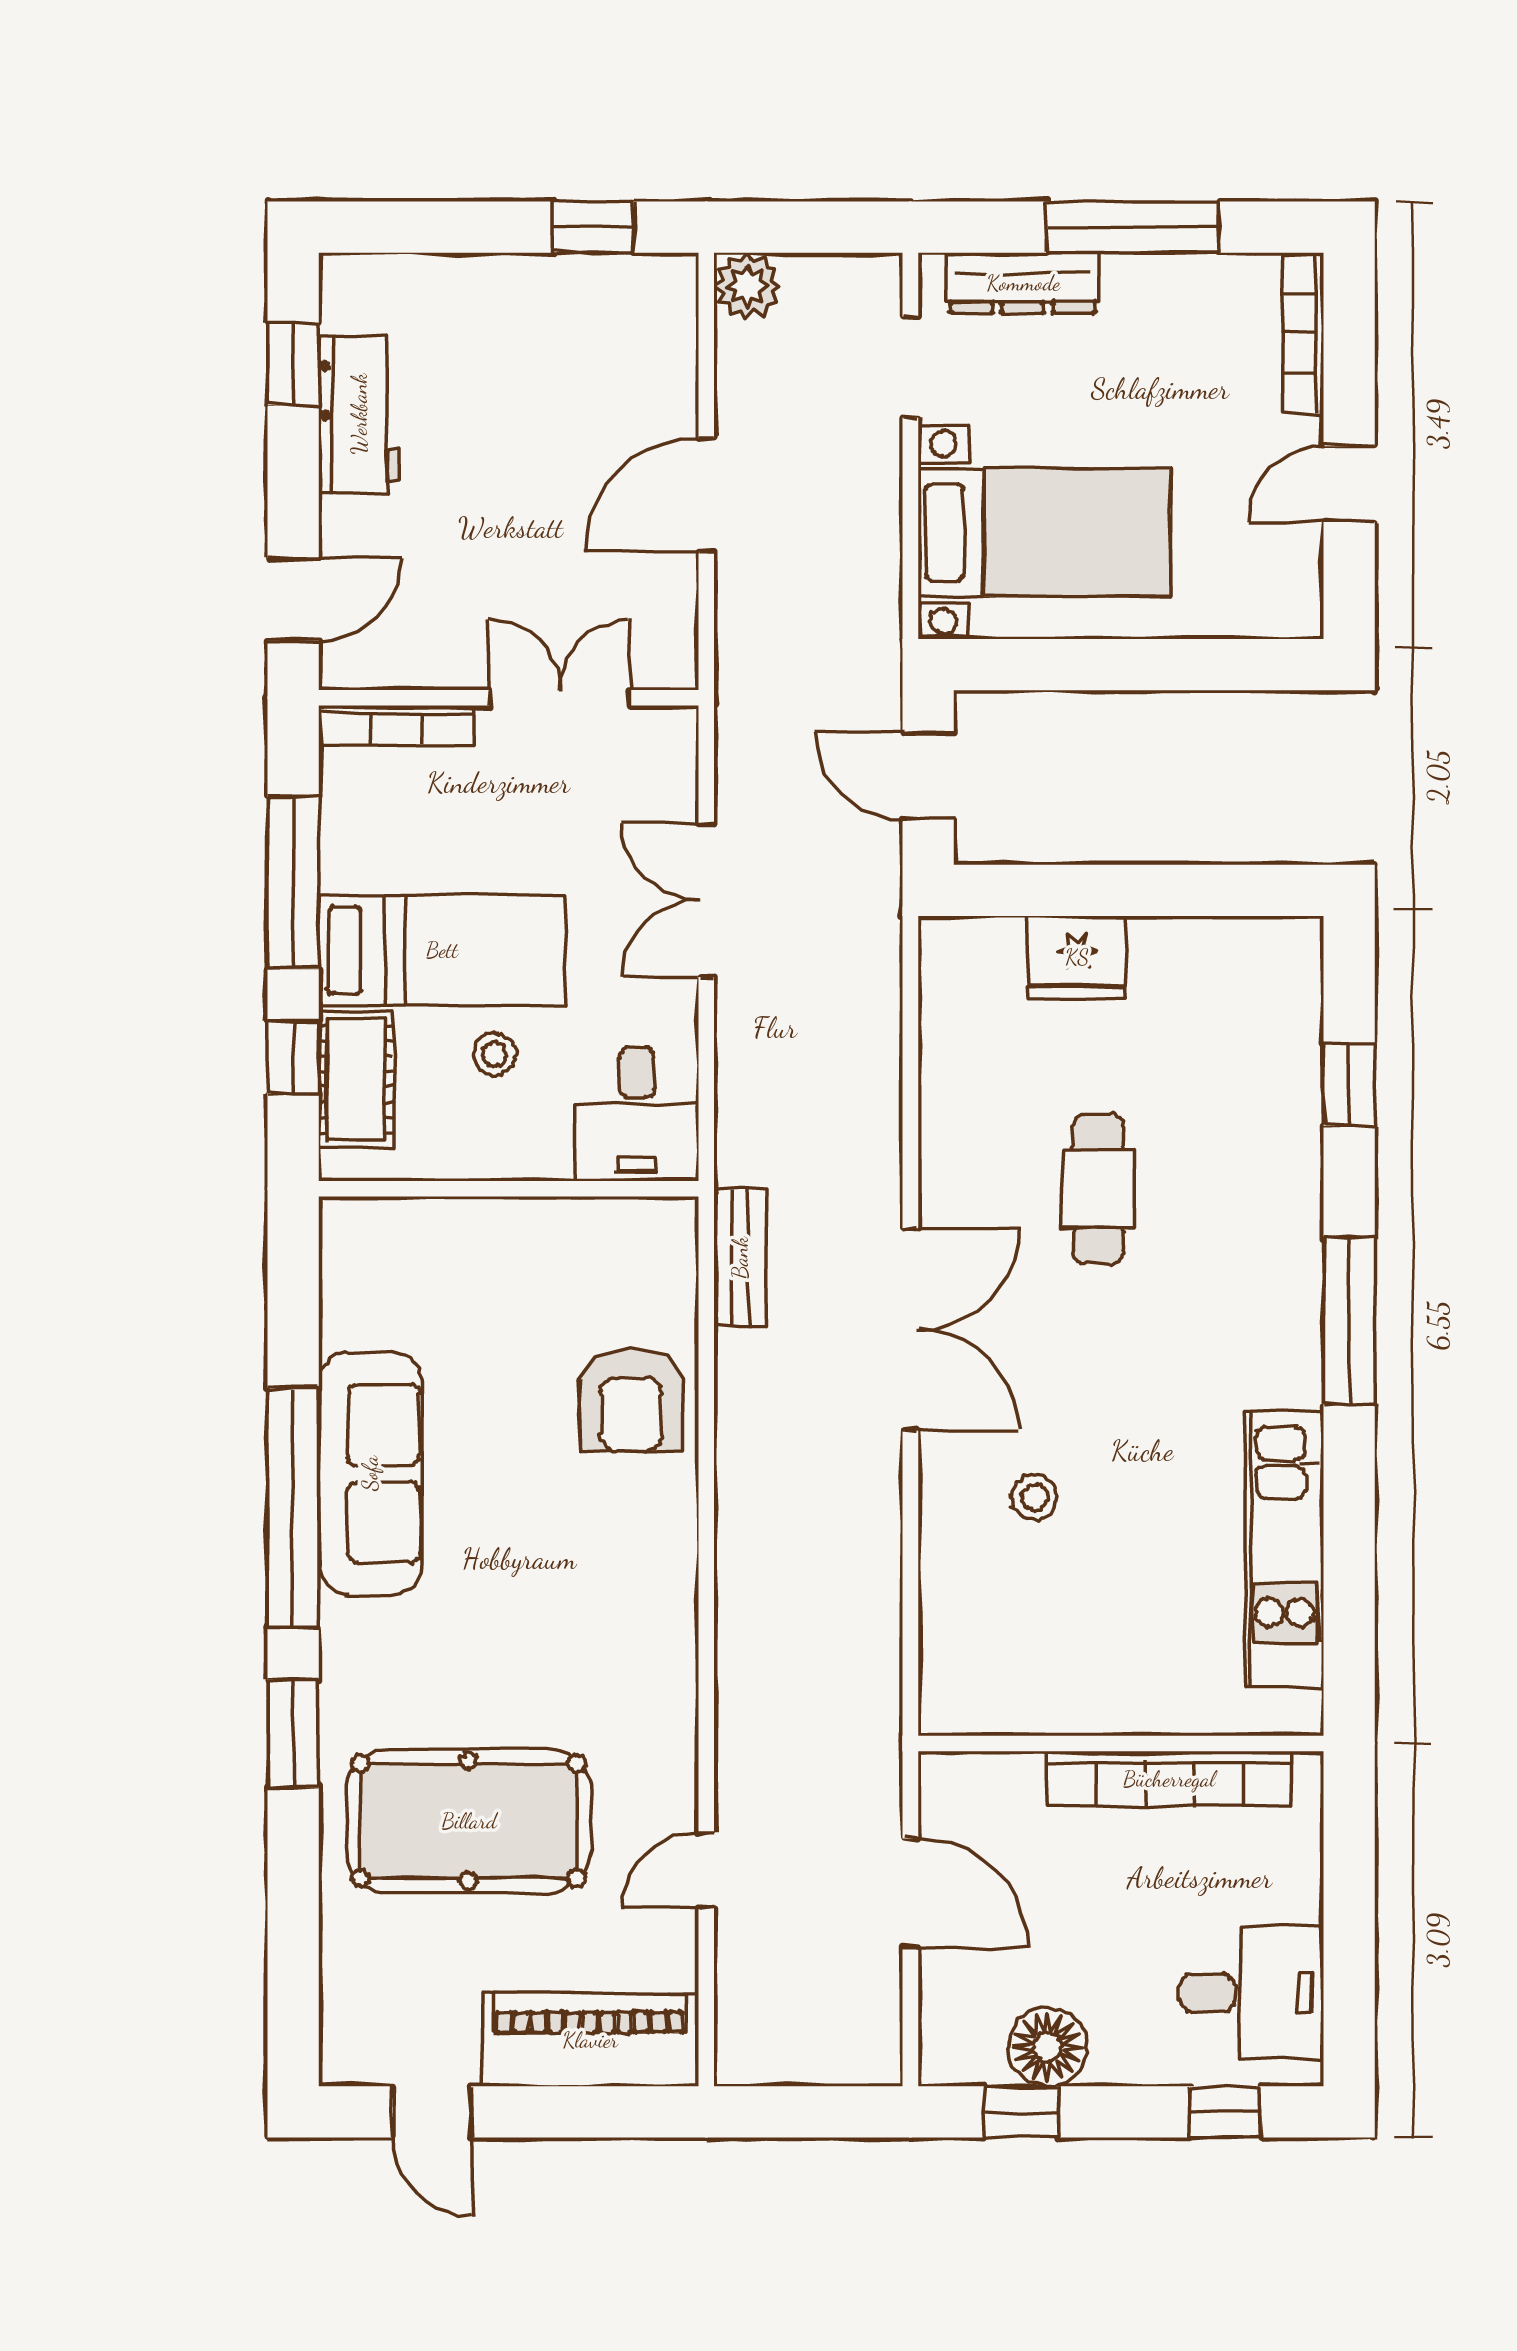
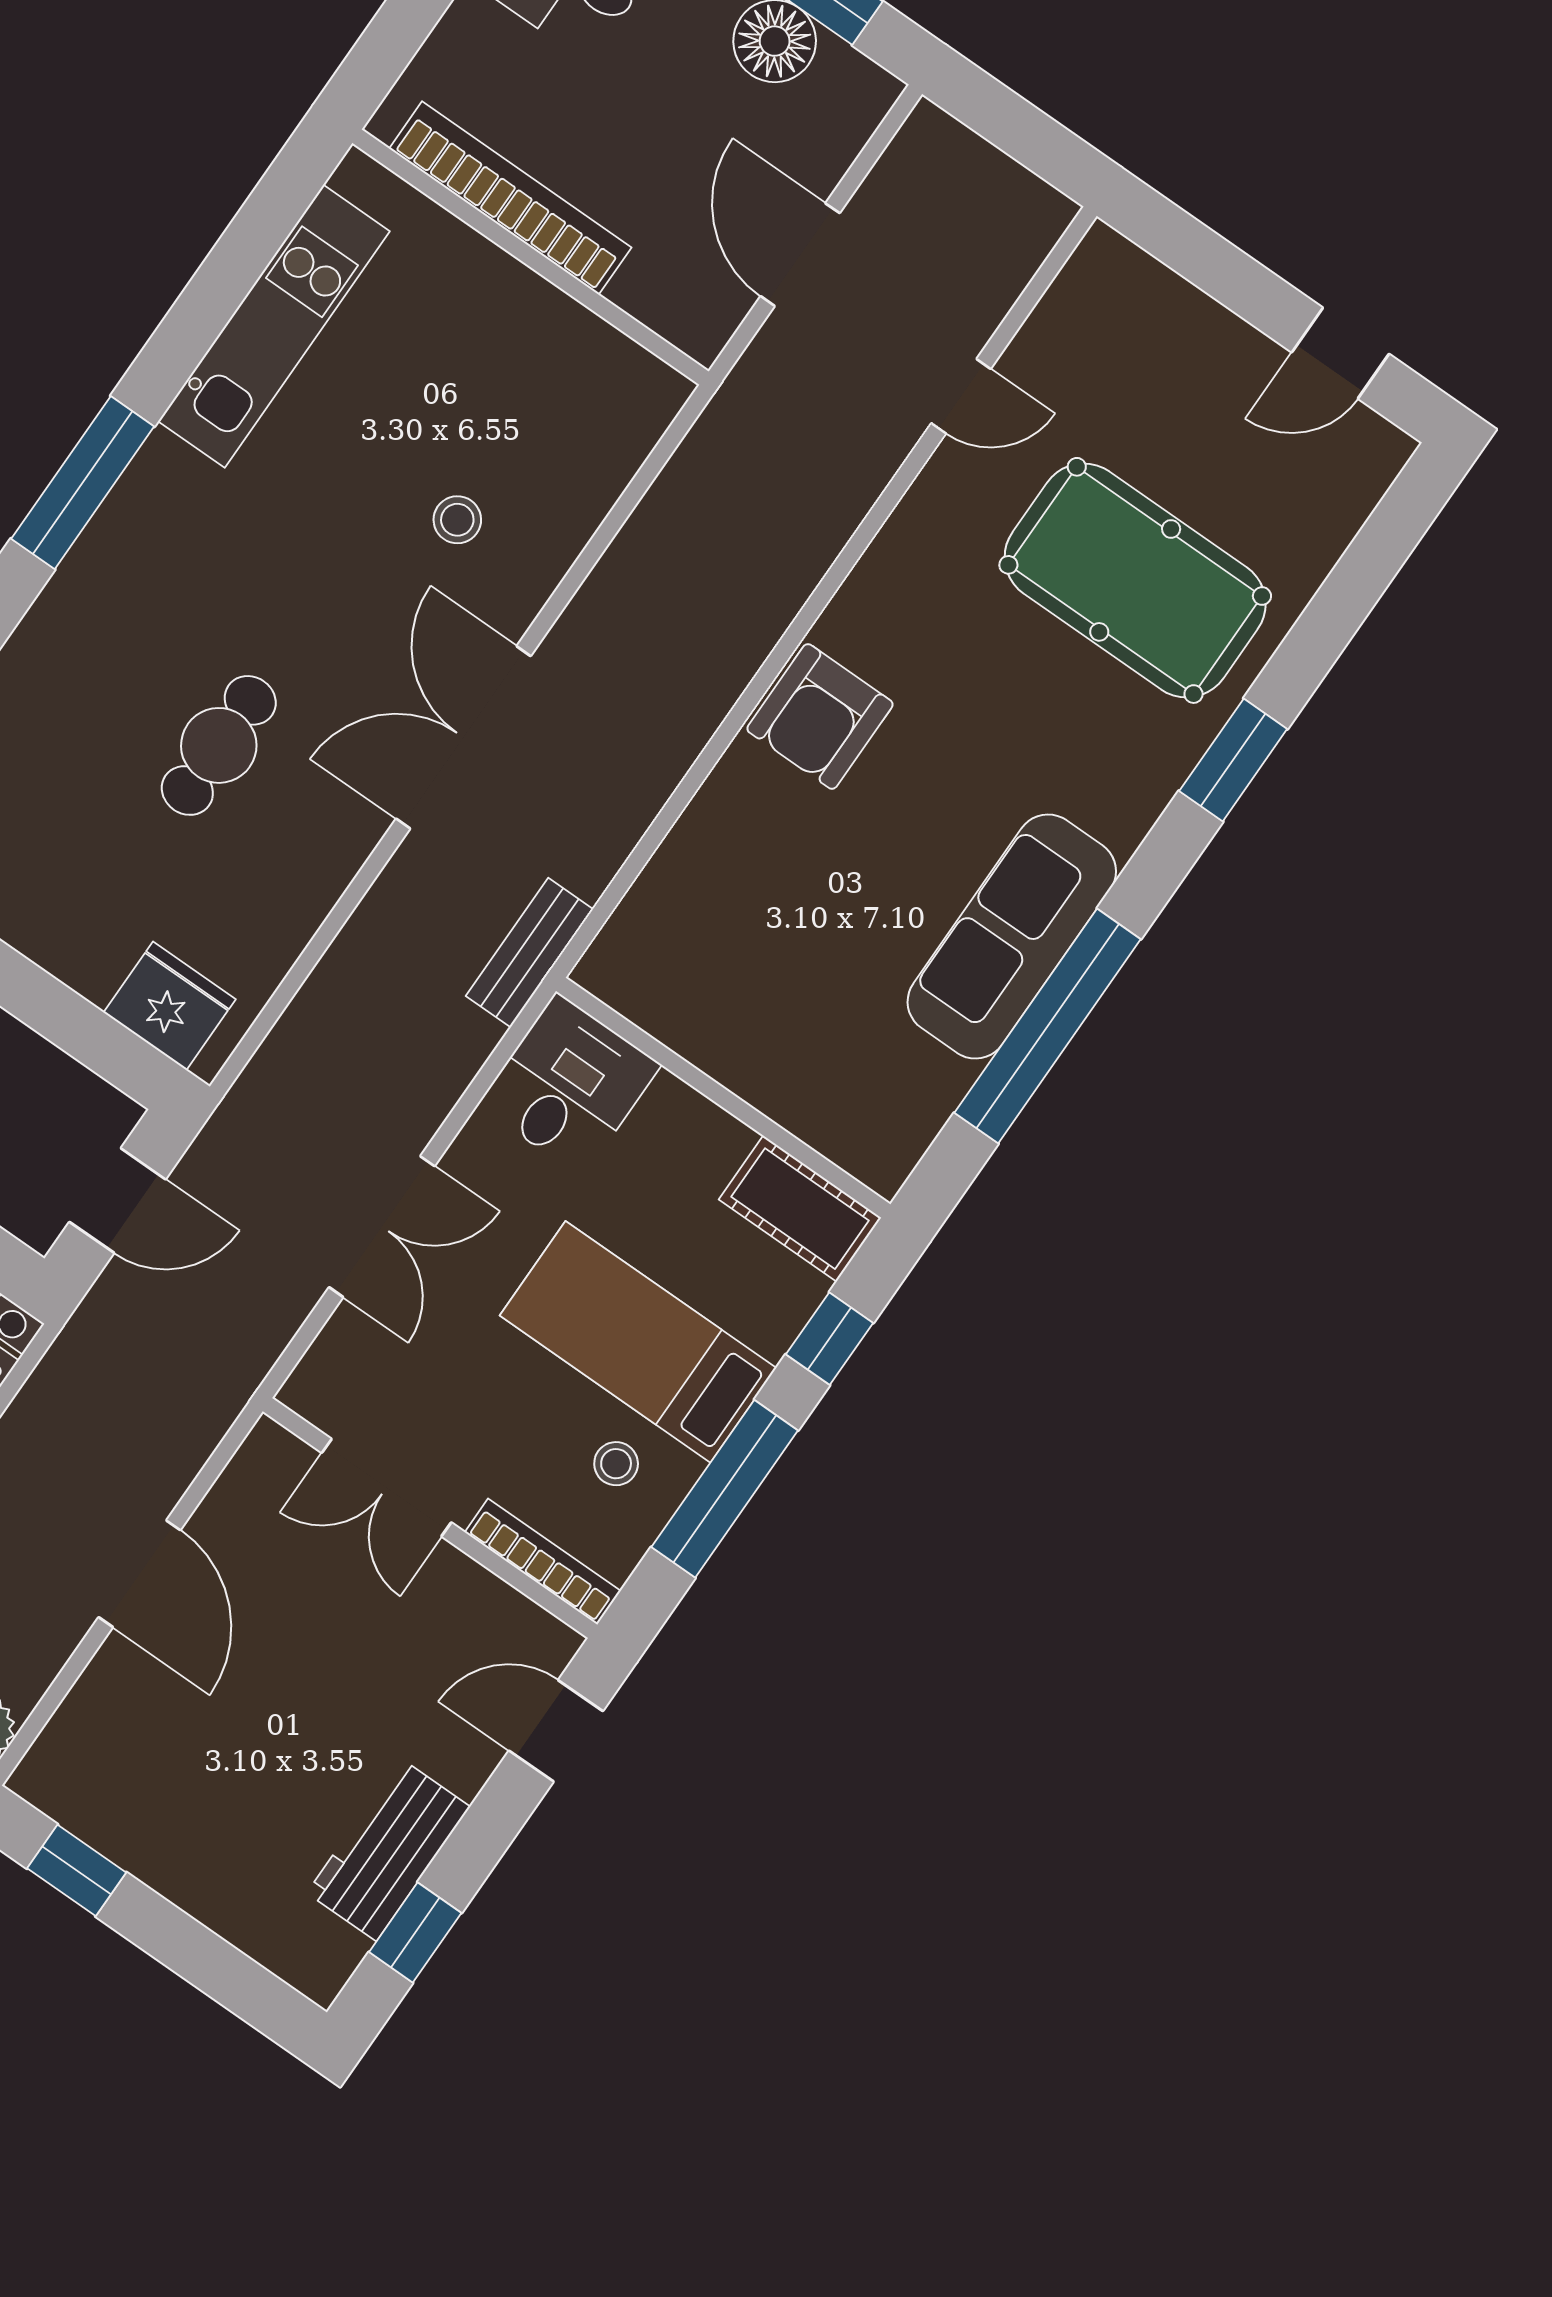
door: (706, 495) -> (140, 1574), hinge flipped
door: (928, 776) -> (118, 1201), hinge flipped
fridge: (1077, 957) -> (170, 1006), moved
stool: (495, 1054) -> (616, 1464), moved
cot: (356, 1080) -> (800, 1209), moved, turned 90
bench: (740, 1258) -> (530, 953), moved
armchair: (631, 1400) -> (820, 716), moved, turned 180
window: (293, 1508) -> (1048, 1026), moved
piano: (590, 2040) -> (1162, 320), removed
door: (432, 2112) -> (1340, 353), swing flipped

